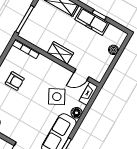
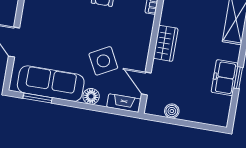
freezer: (92, 21) -> (225, 78), width x0.71
boiler: (113, 50) -> (172, 111), moved

